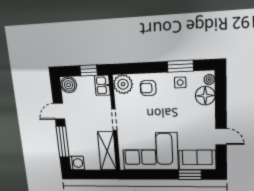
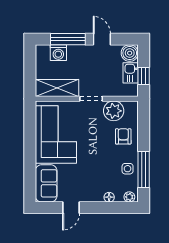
window: (180, 66) -> (144, 169), width x1.44
plant: (123, 84) -> (114, 111), moved
kitchen sink: (102, 85) -> (131, 73), moved, turned -90
floor lamp: (205, 96) -> (109, 197), width x0.53, depth x0.53
washing machine: (77, 163) -> (58, 53), moved
window: (190, 175) -> (30, 175), removed

